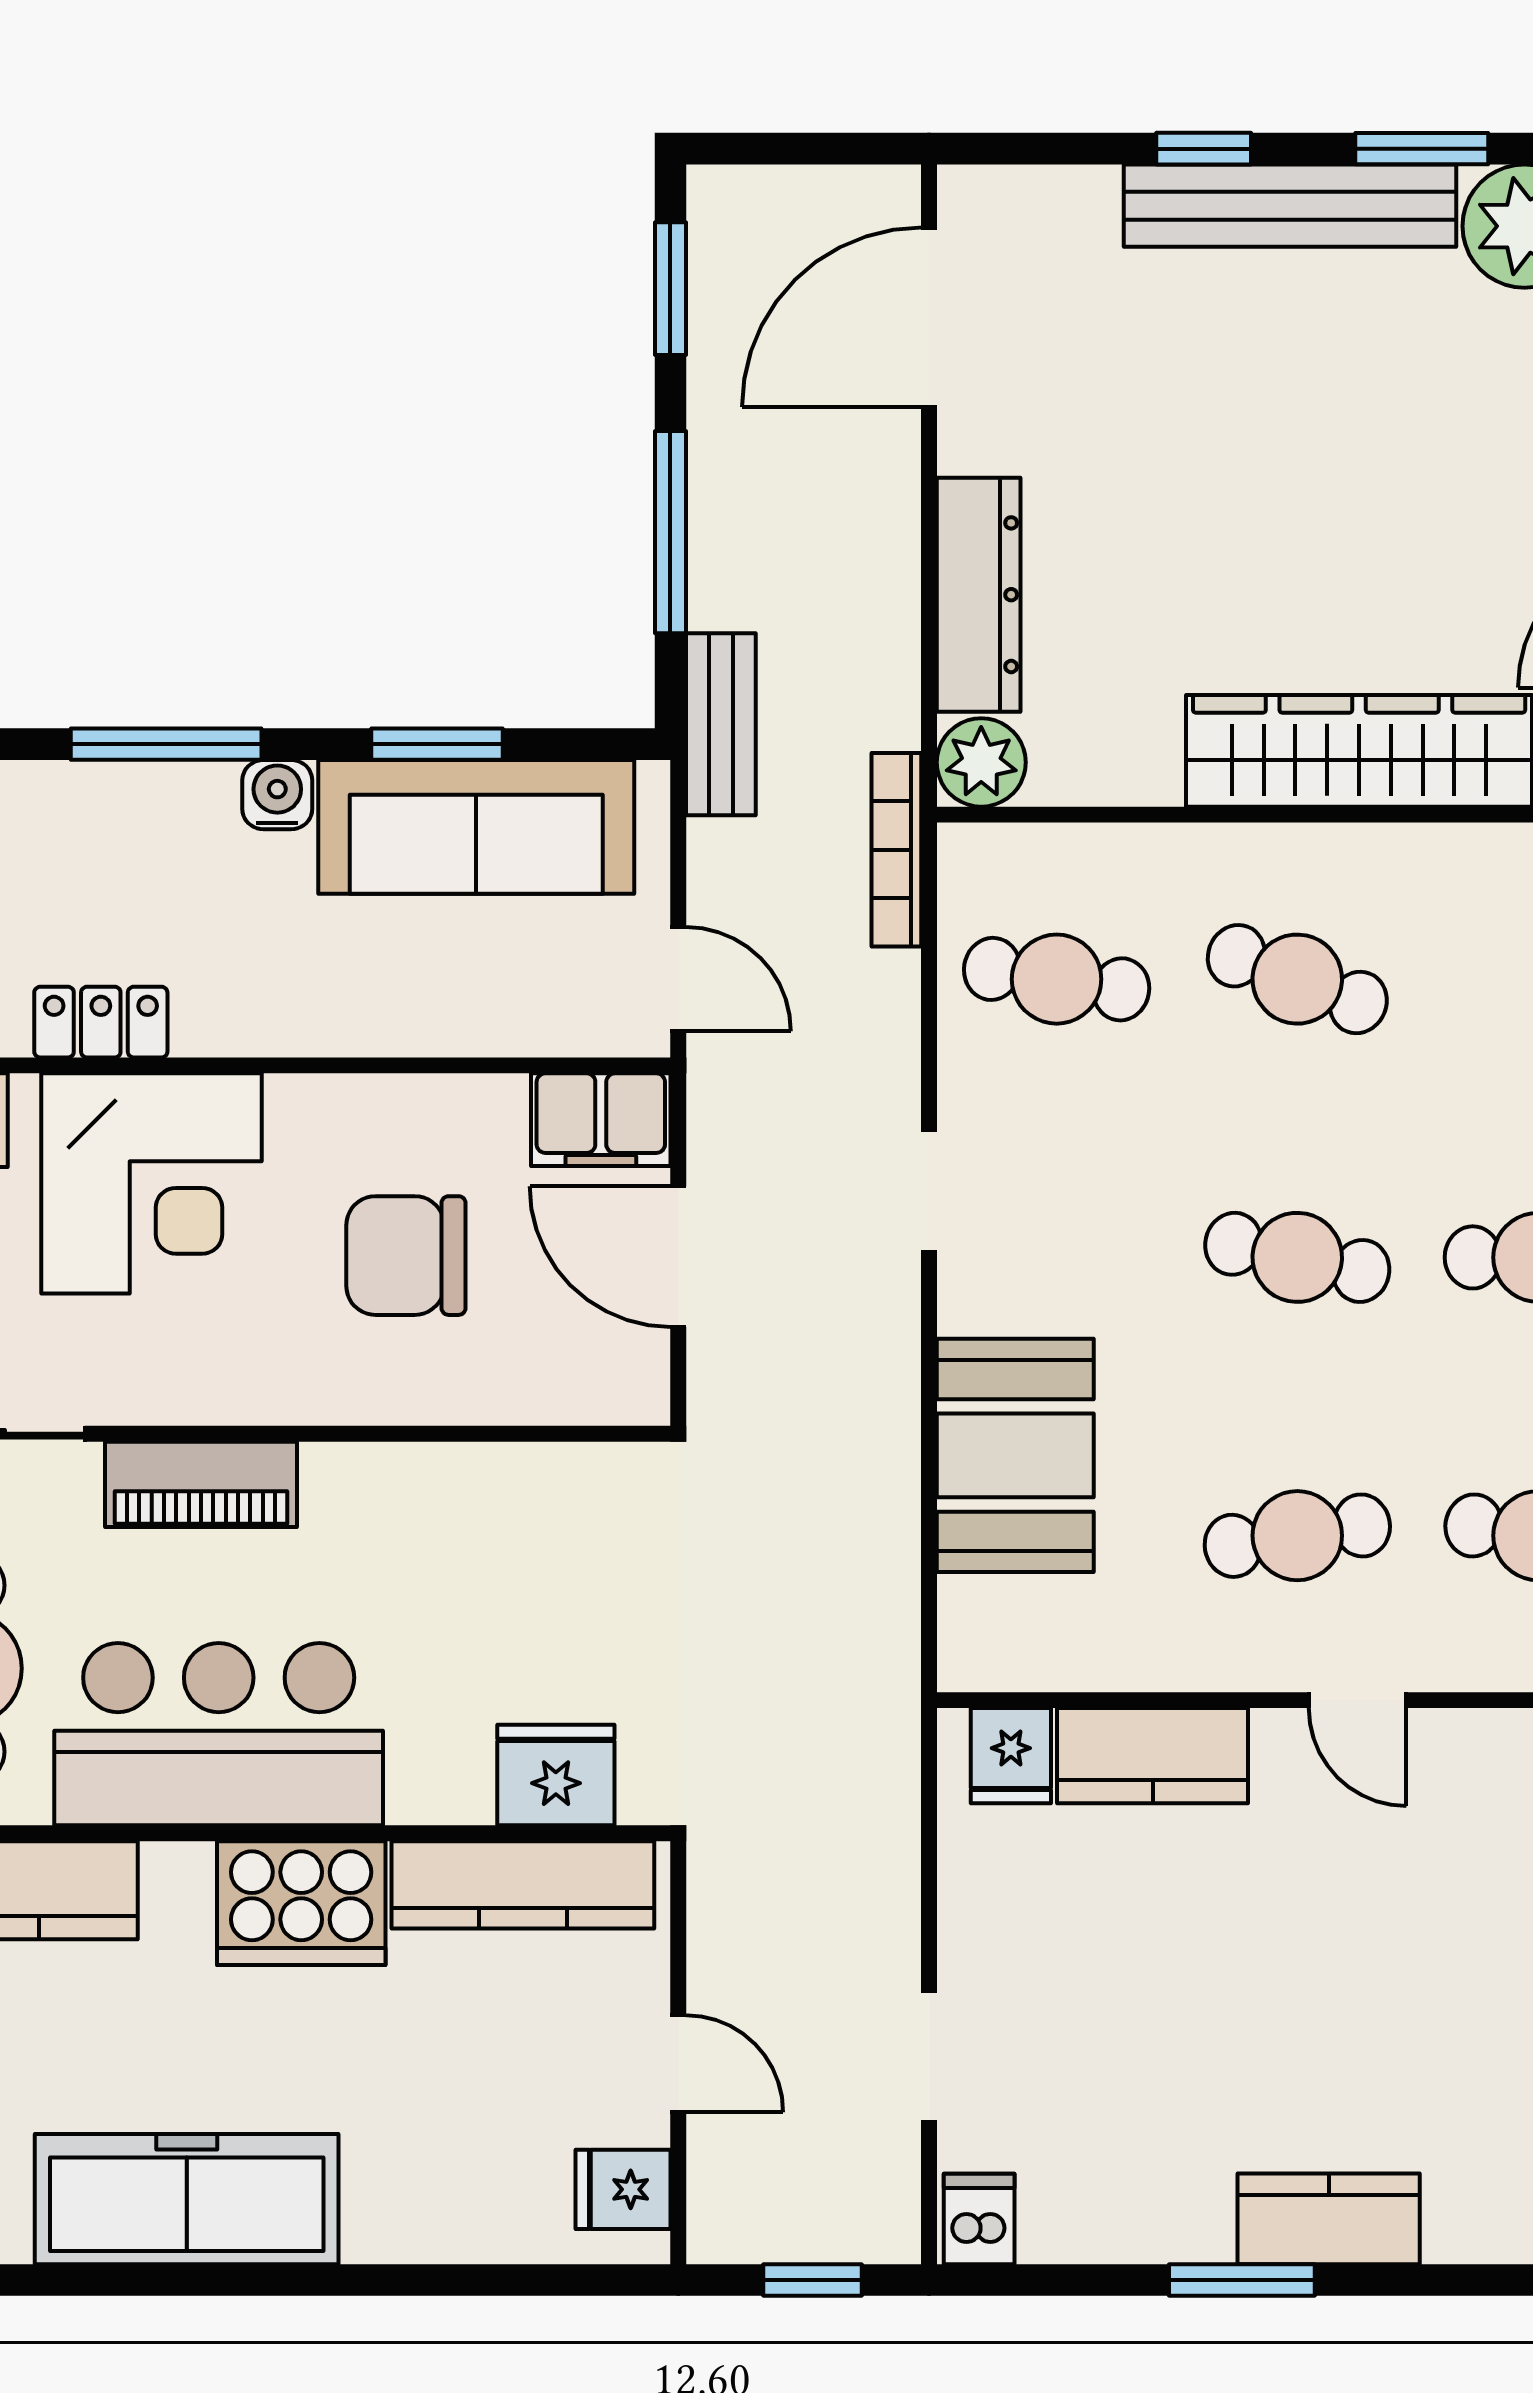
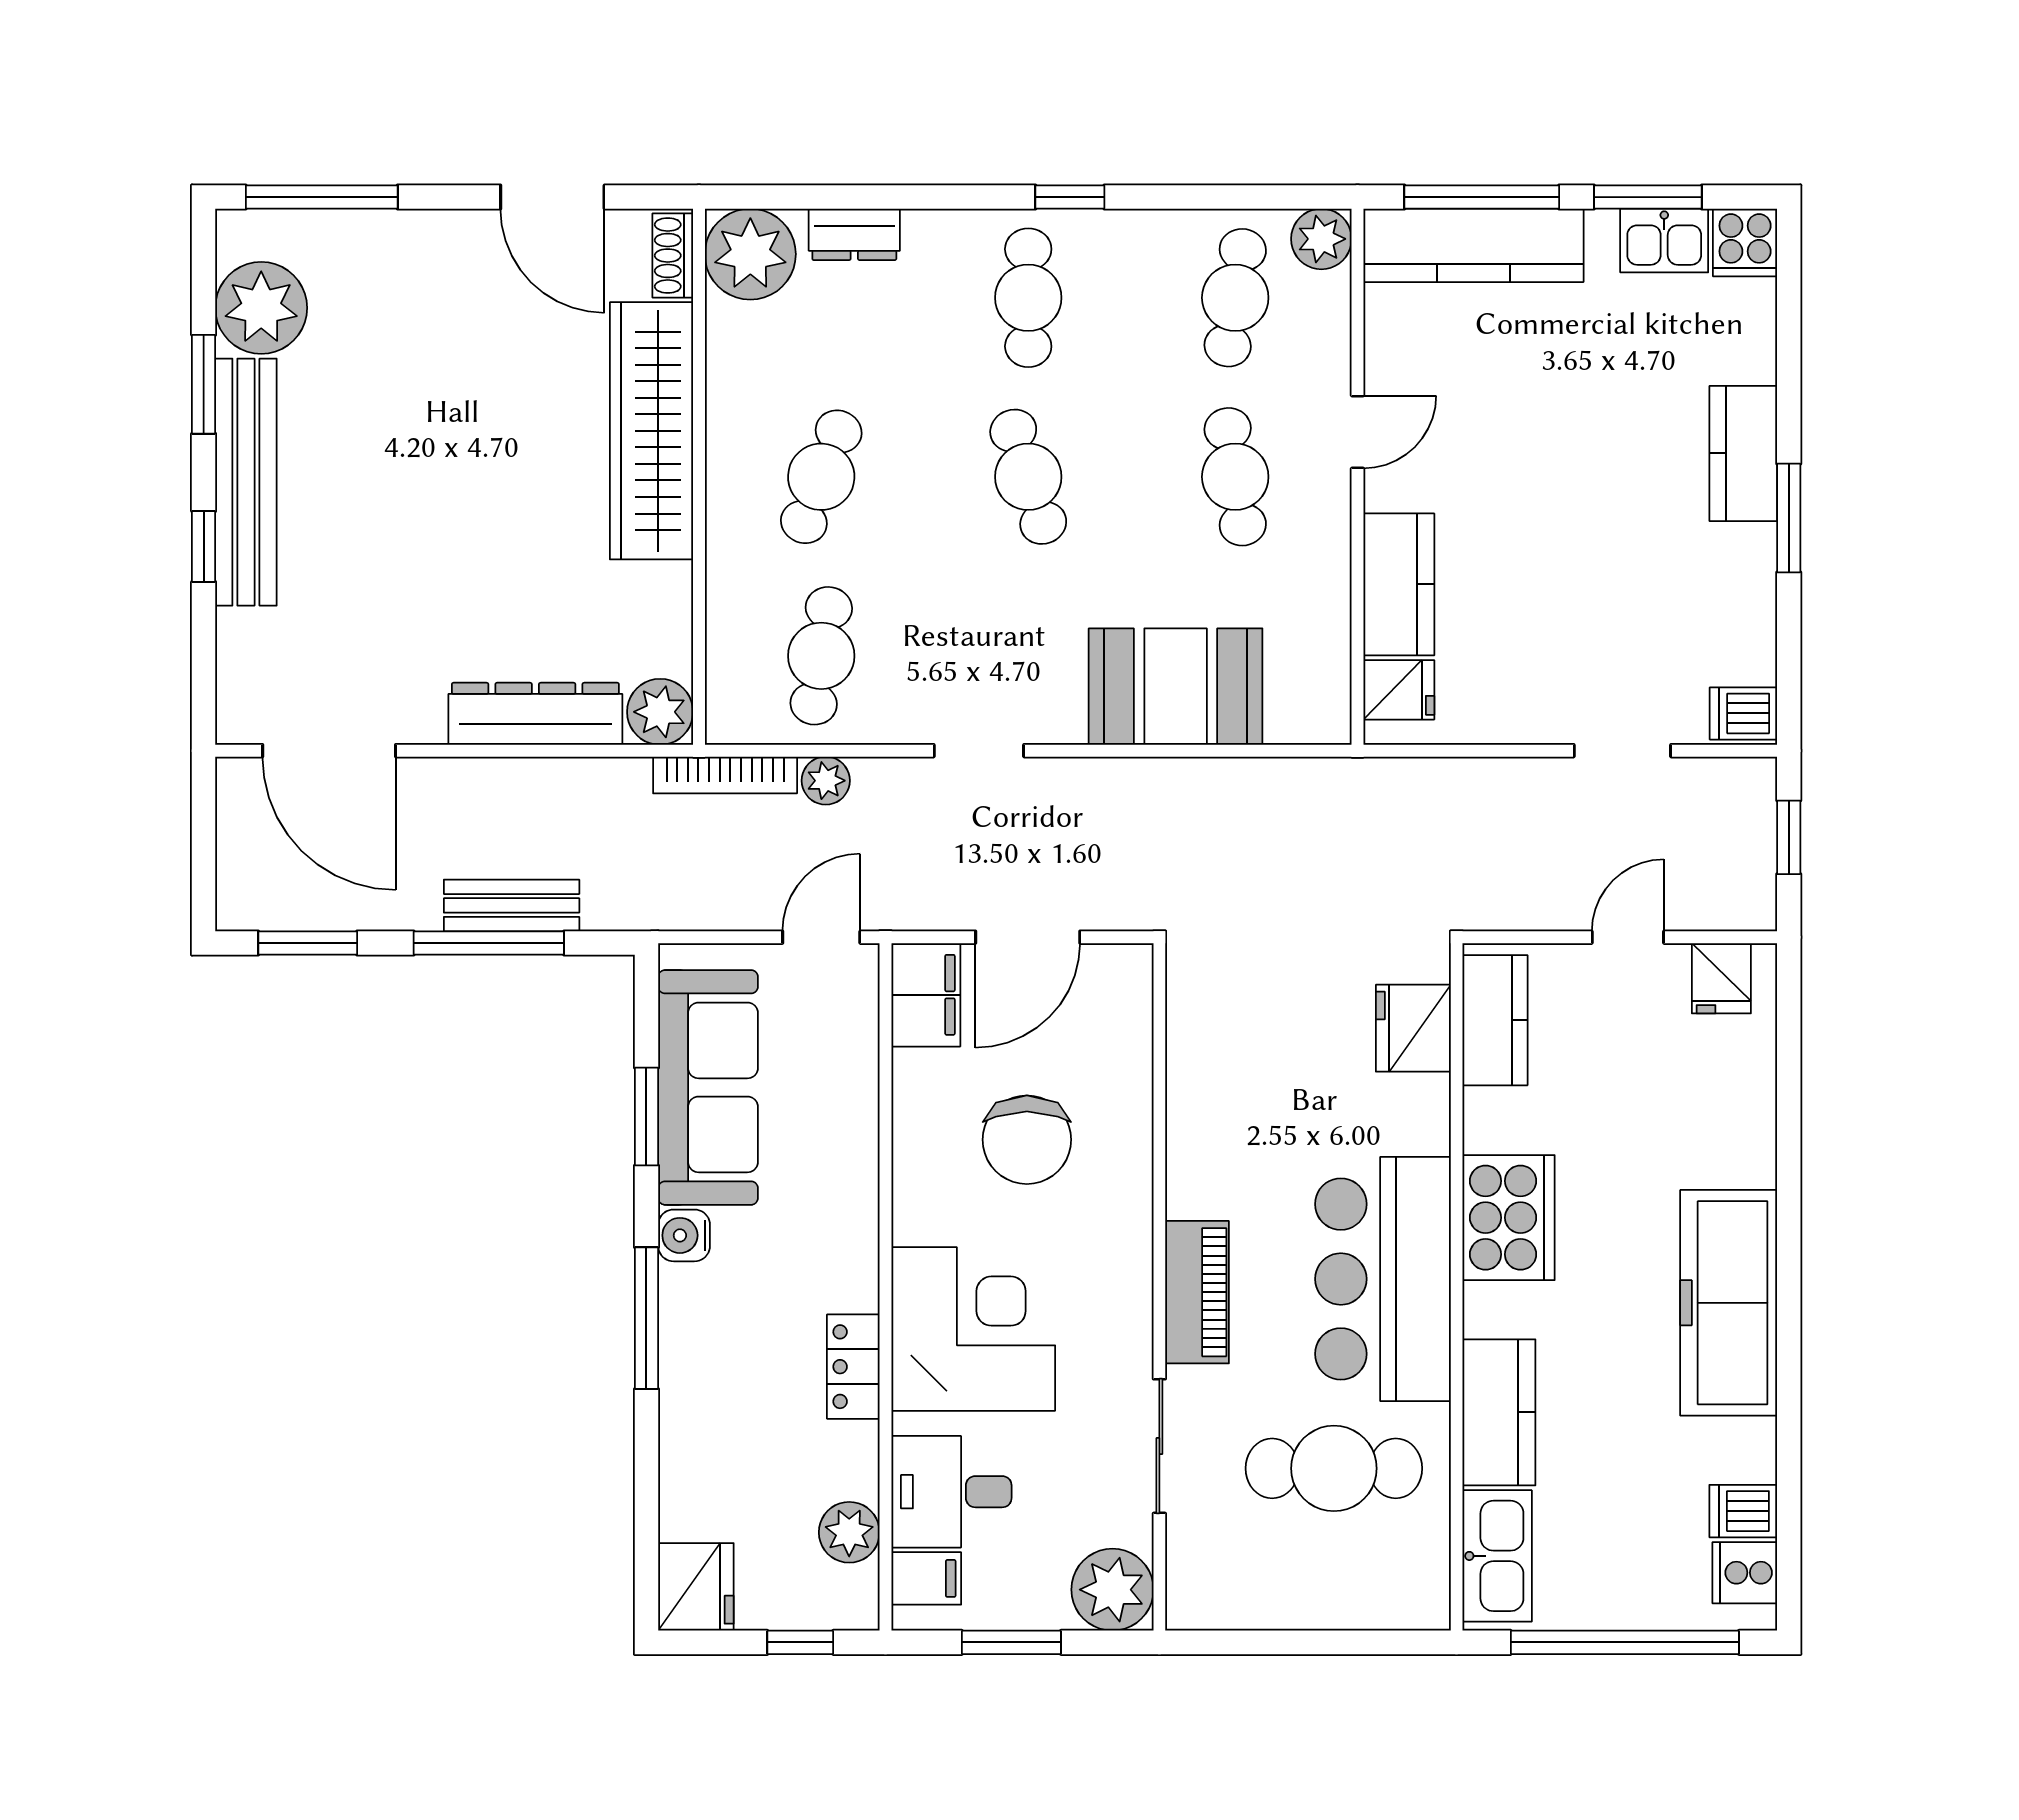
bench: (721, 724) -> (512, 905), moved
plant: (889, 985) -> (826, 781), added
cafe table: (1297, 1257) -> (1028, 477), turned -30
kitchen counter: (523, 1885) -> (1495, 1020), width x0.67

